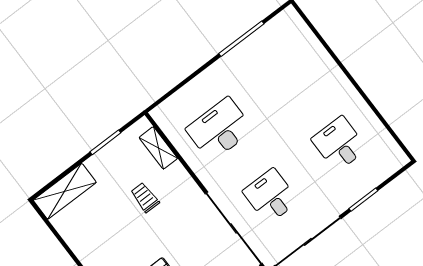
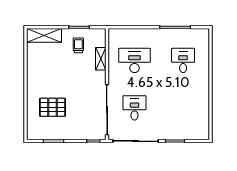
desk: (339, 144) -> (183, 60), moved
shelving: (158, 148) -> (101, 59), moved
trolley: (145, 197) -> (78, 45), moved

